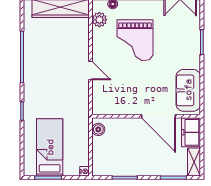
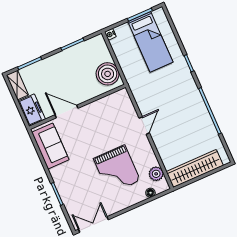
grand piano: (135, 40) -> (117, 169), turned 180
door: (91, 71) -> (144, 125), swing flipped
door: (158, 116) -> (67, 112), width x0.73
boiler: (98, 129) -> (108, 74), width x1.86, depth x1.86

